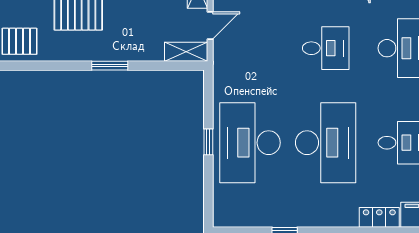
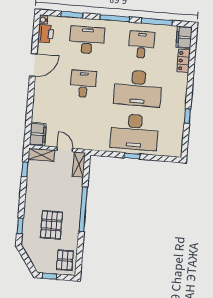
window: (110, 66) -> (83, 209), width x2.11
desk: (326, 143) -> (138, 88), turned 180

